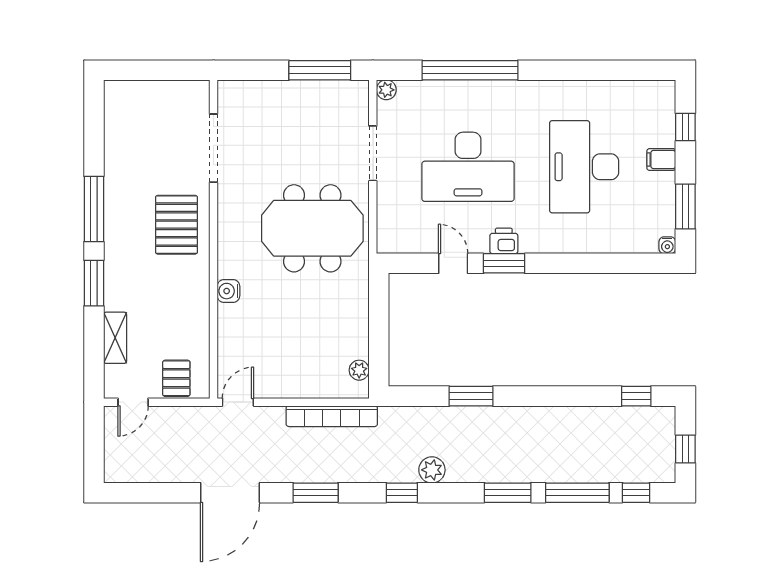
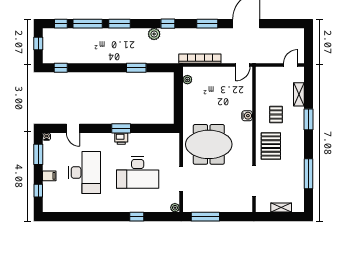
window: (470, 70) -> (137, 217), width x0.32
shelving: (154, 90) -> (281, 208), added
desk: (468, 167) -> (138, 173), turned 180
window: (94, 209) -> (309, 174), moved
door: (453, 263) -> (73, 128), moved
pallet: (176, 378) -> (276, 114), moved

